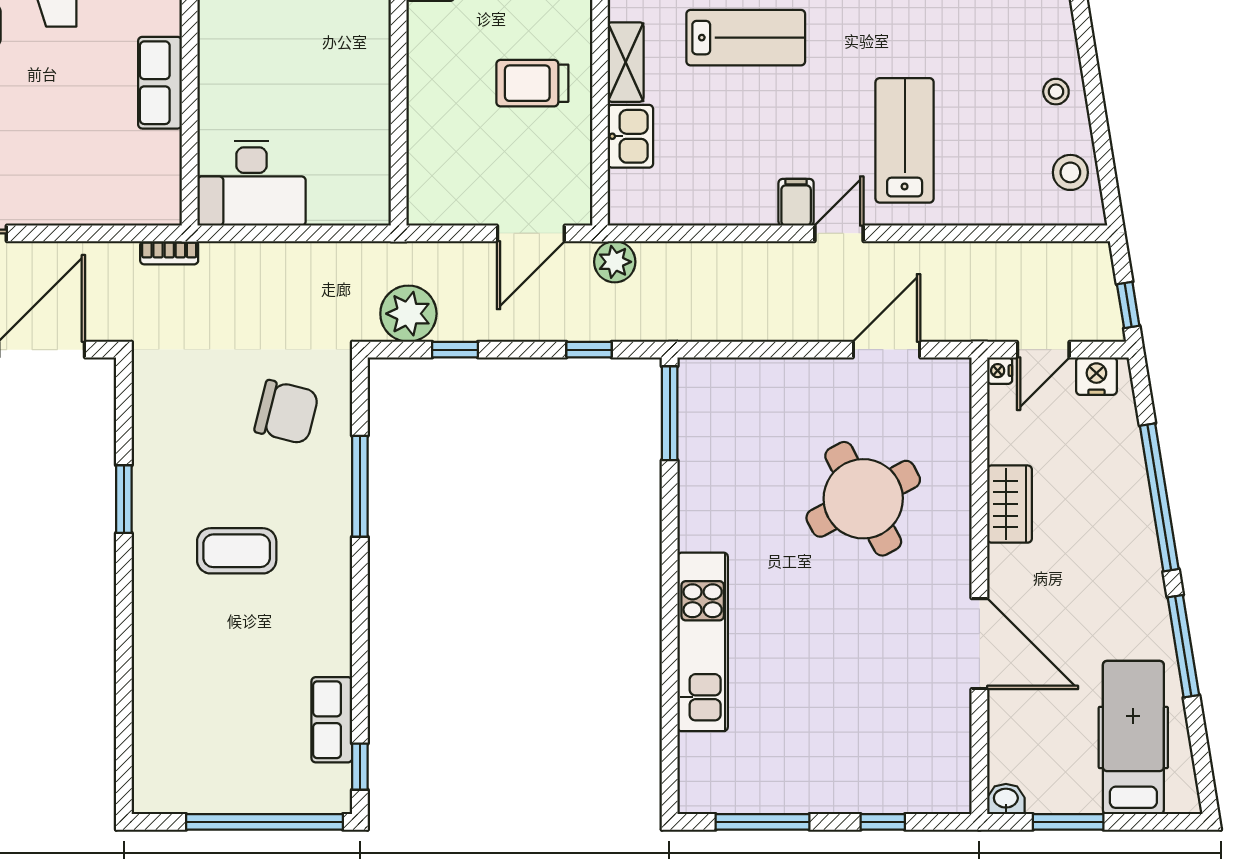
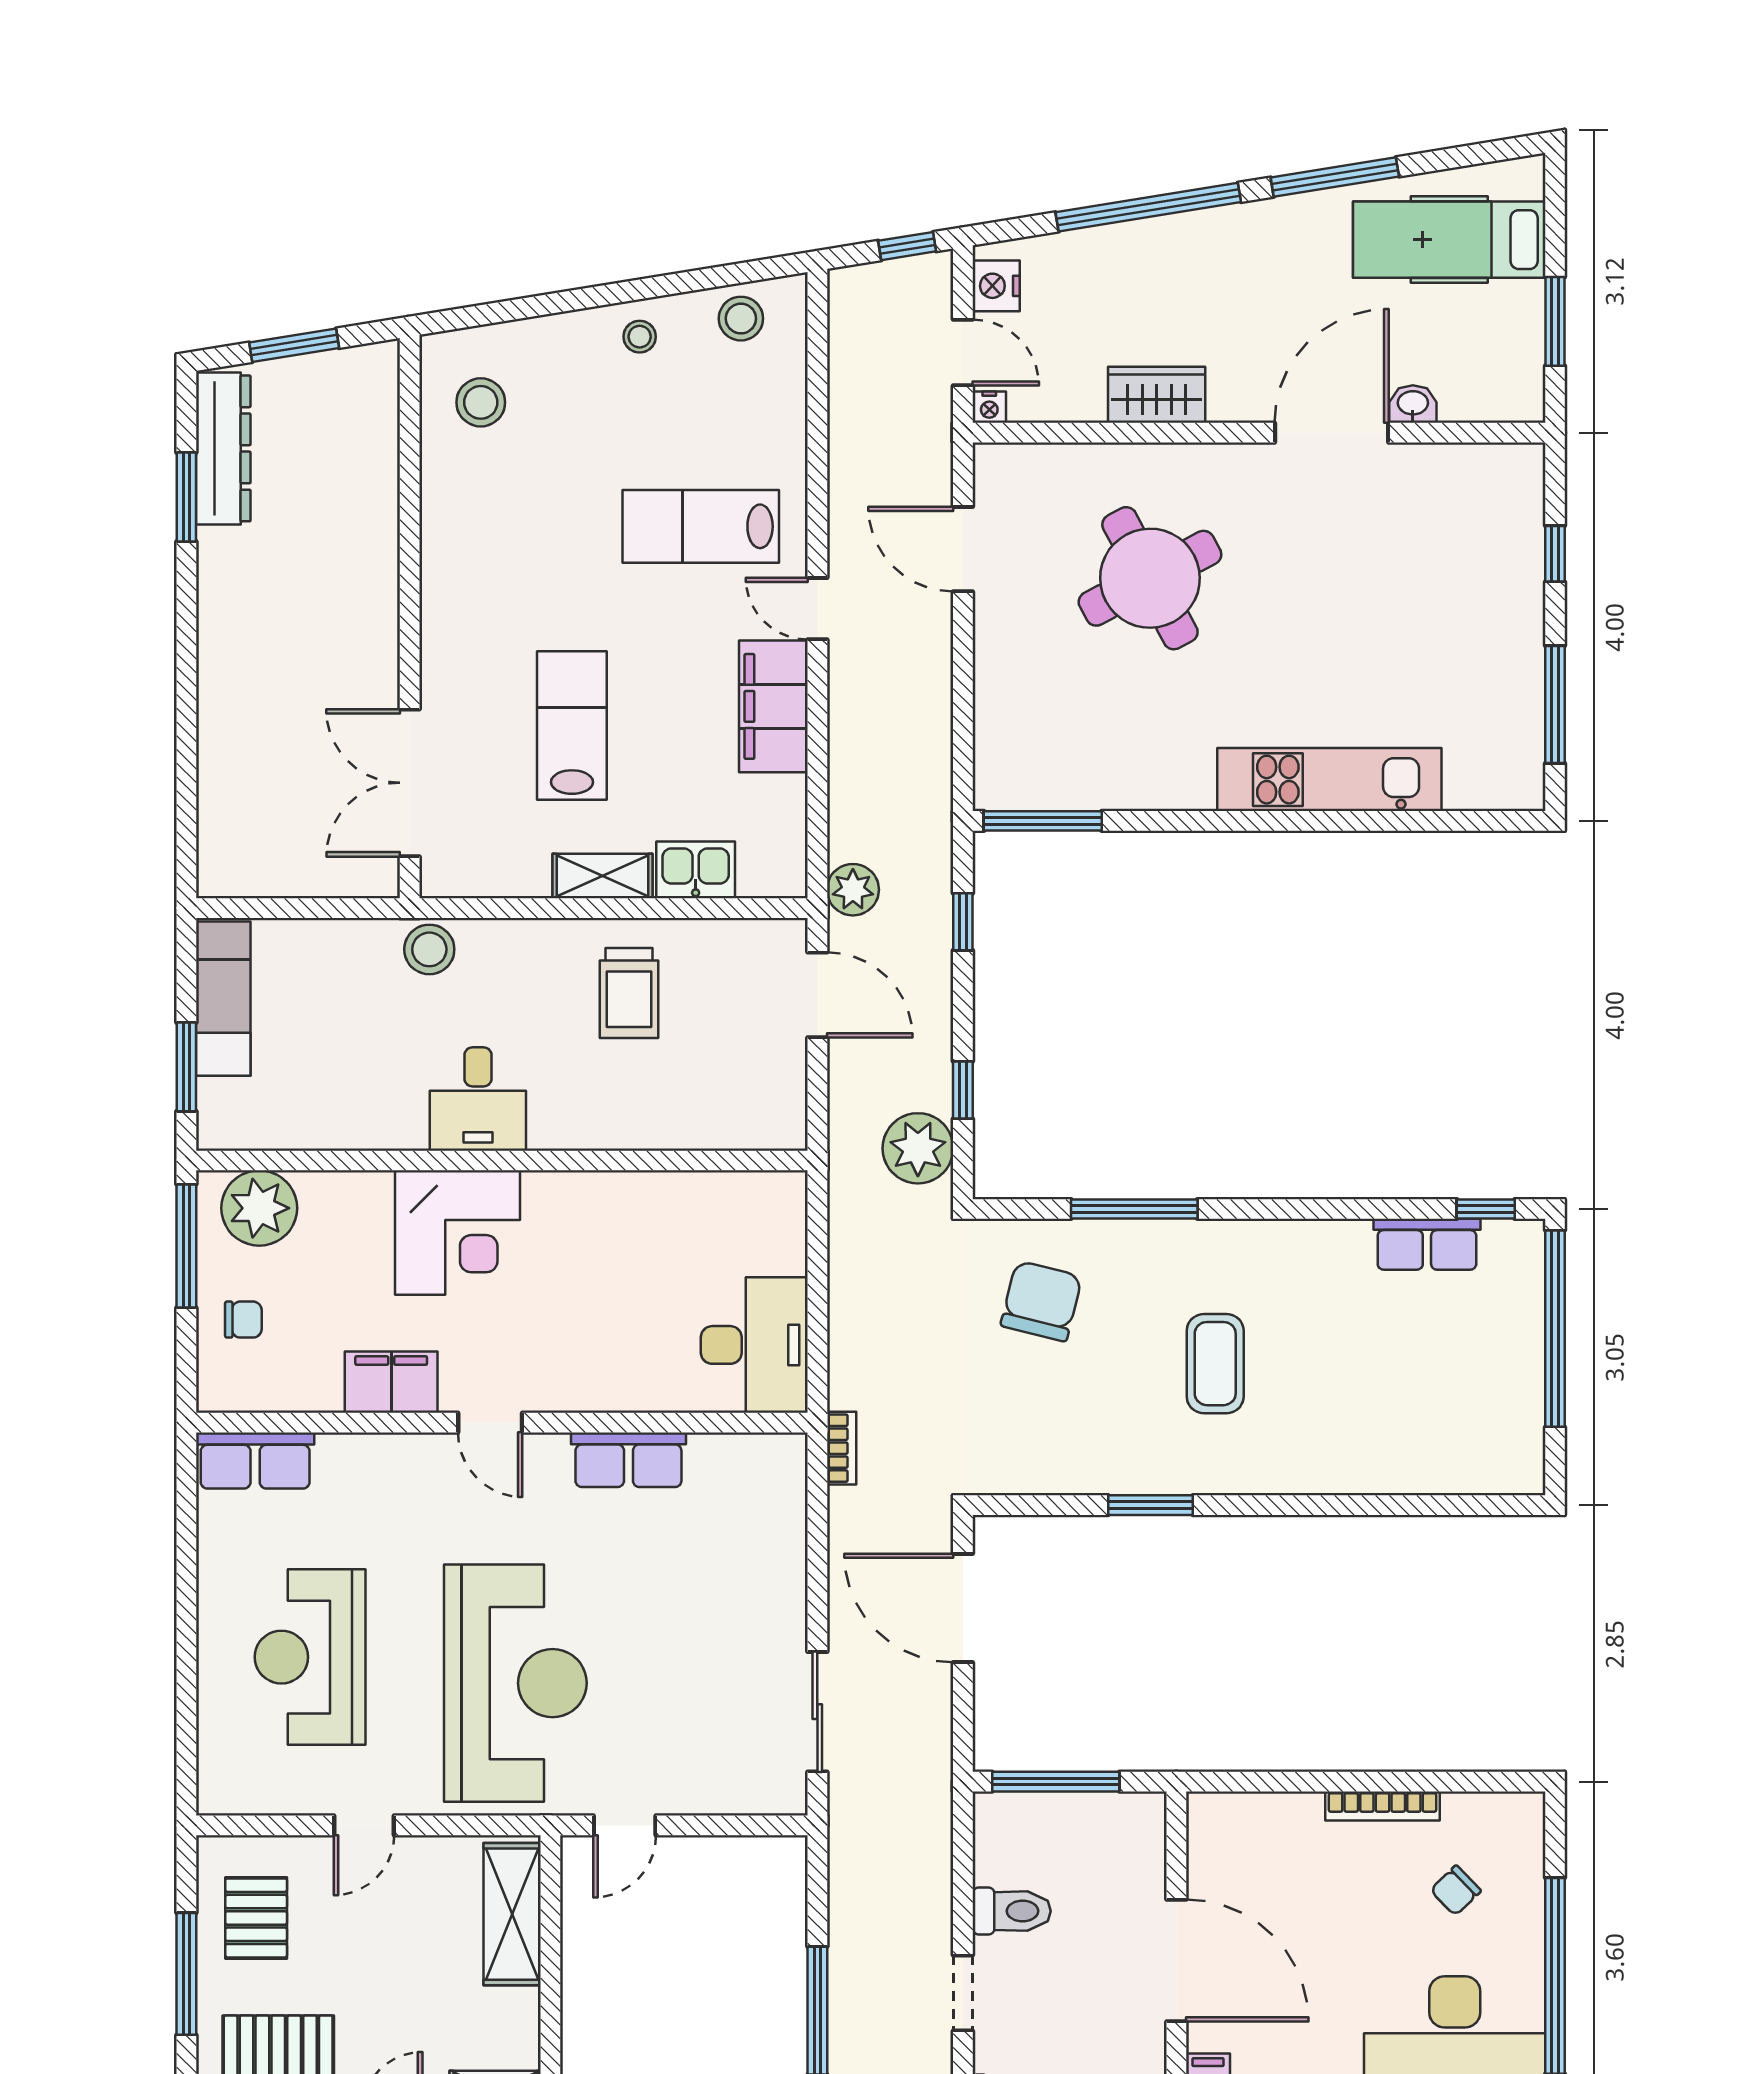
filing cabinet: (796, 202) -> (773, 706), width x3.00, depth x1.17
washbasin: (1006, 799) -> (1413, 404), moved, turned 90

